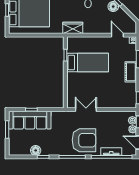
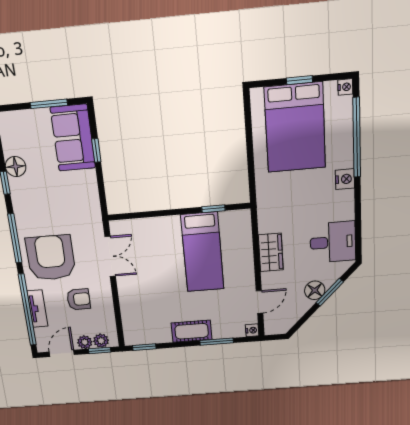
wardrobe: (73, 28) -> (271, 252), moved
sofa: (30, 120) -> (73, 138), width x0.73
armchair: (108, 129) -> (79, 299), added
armchair: (84, 140) -> (51, 258), turned 180

